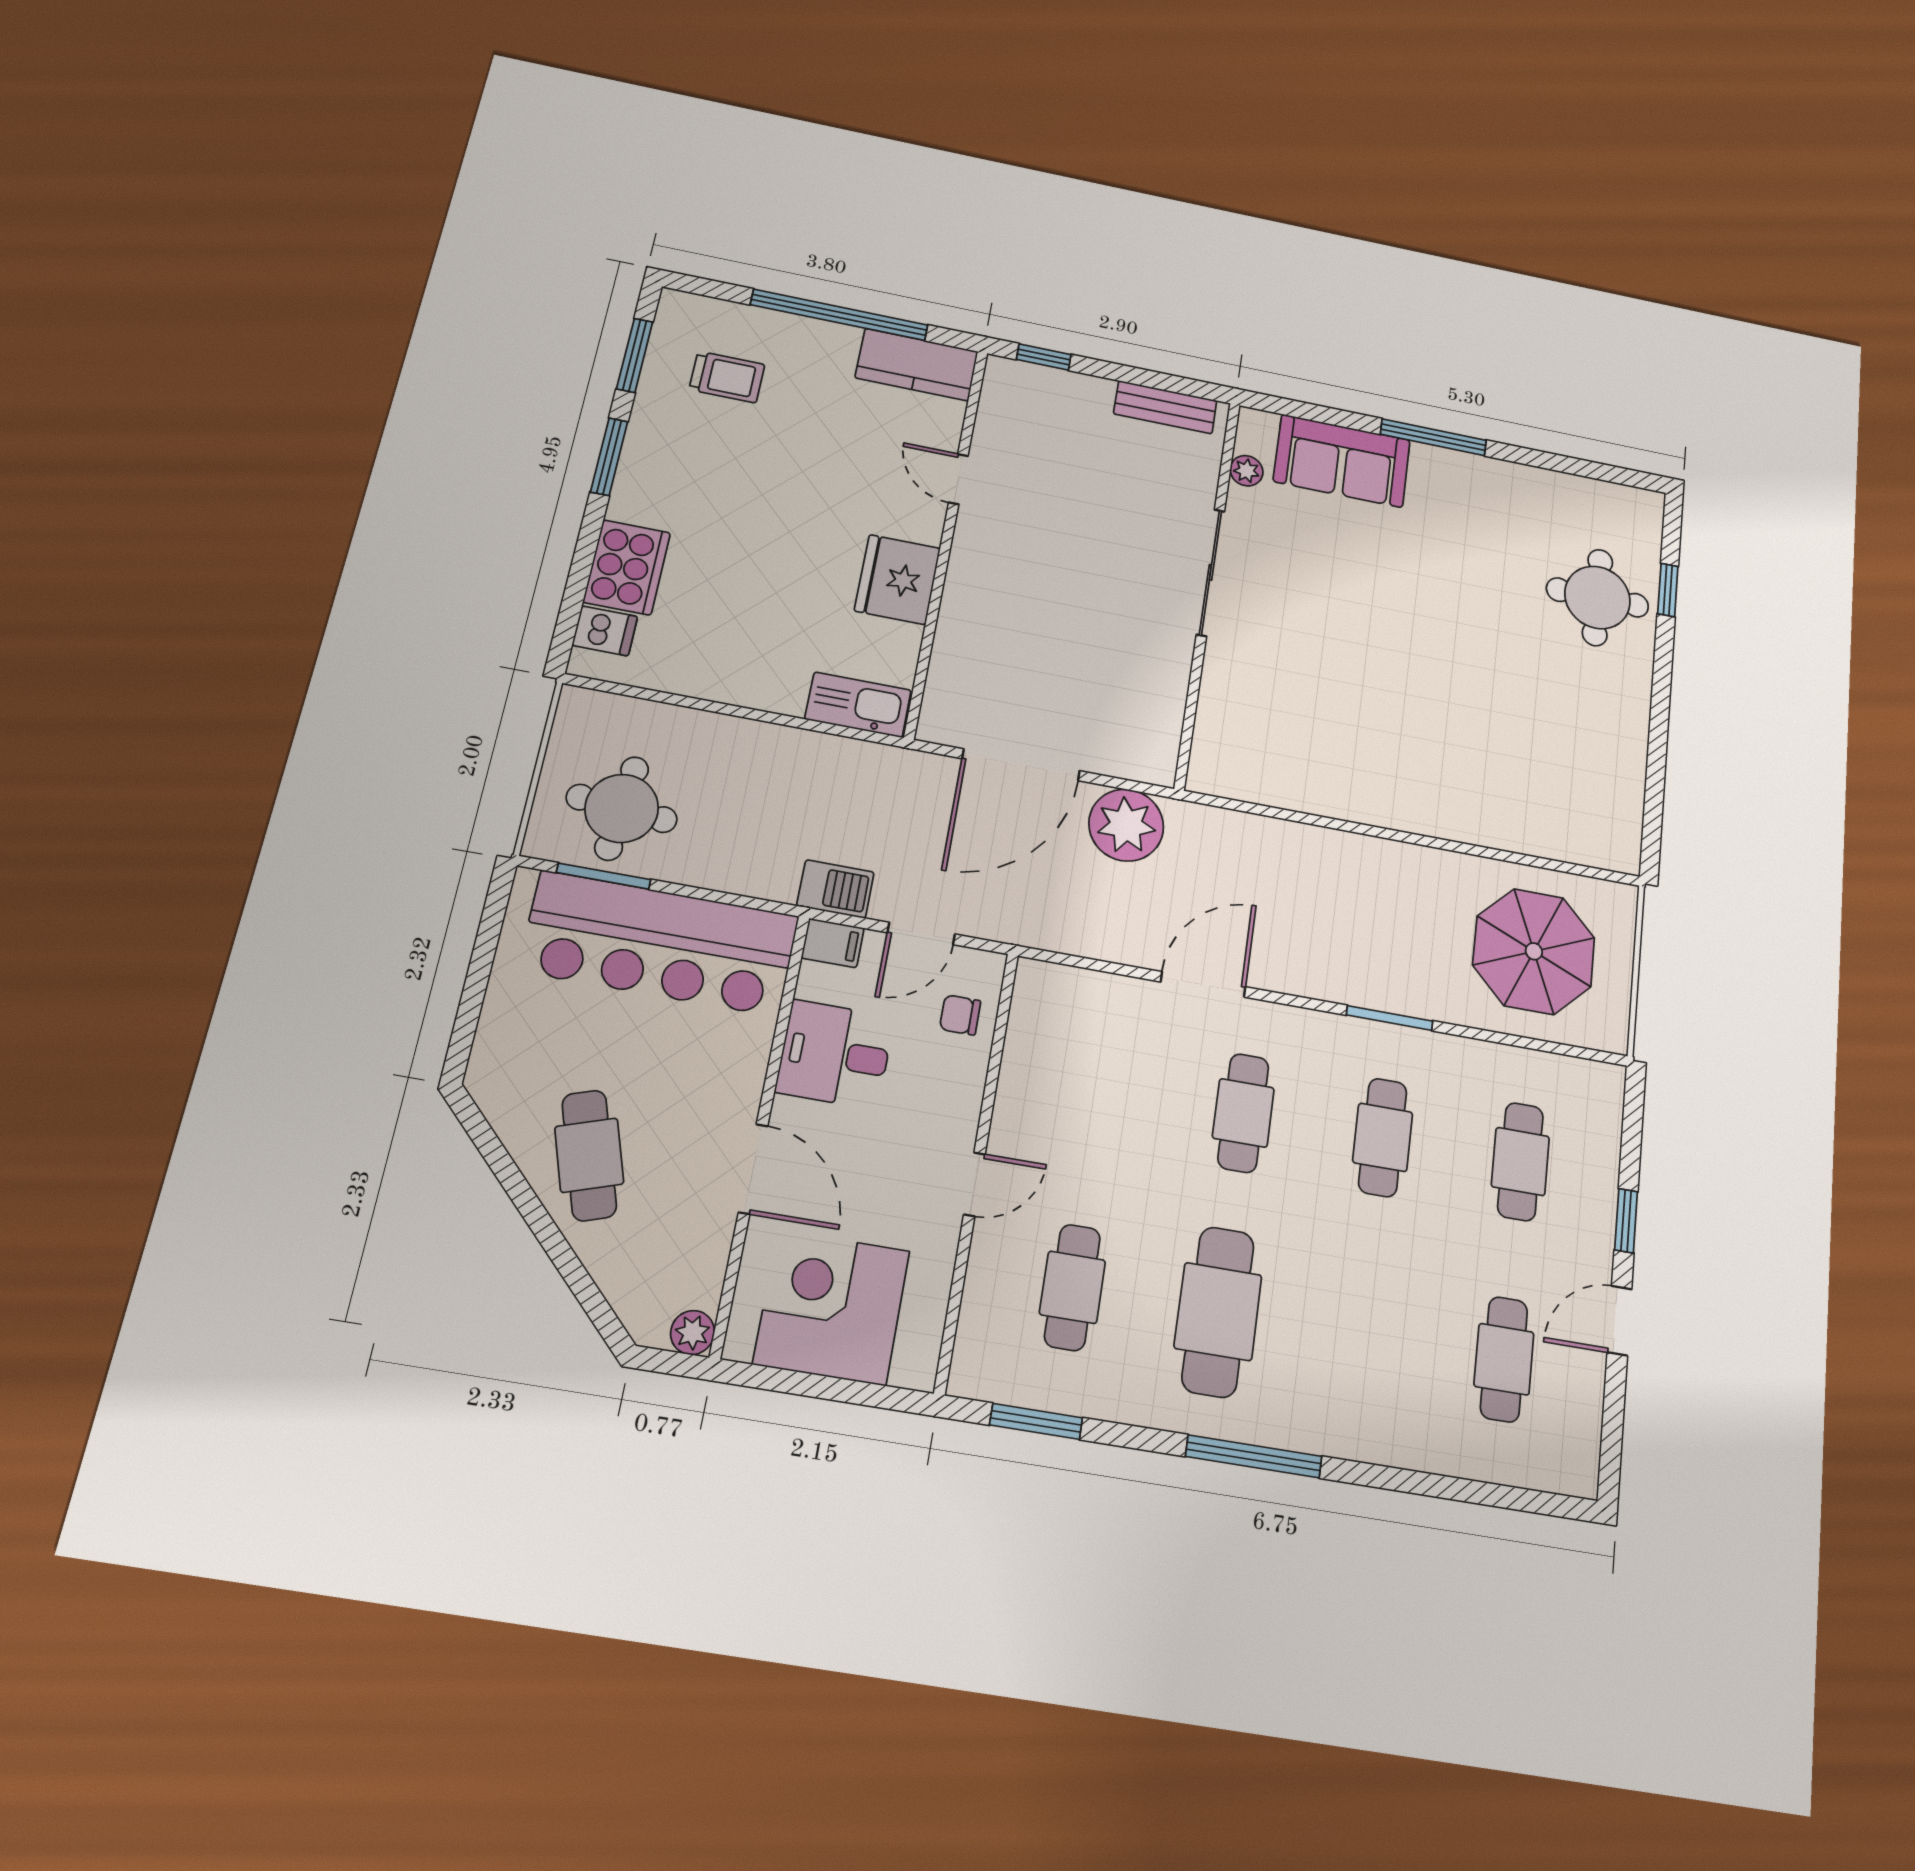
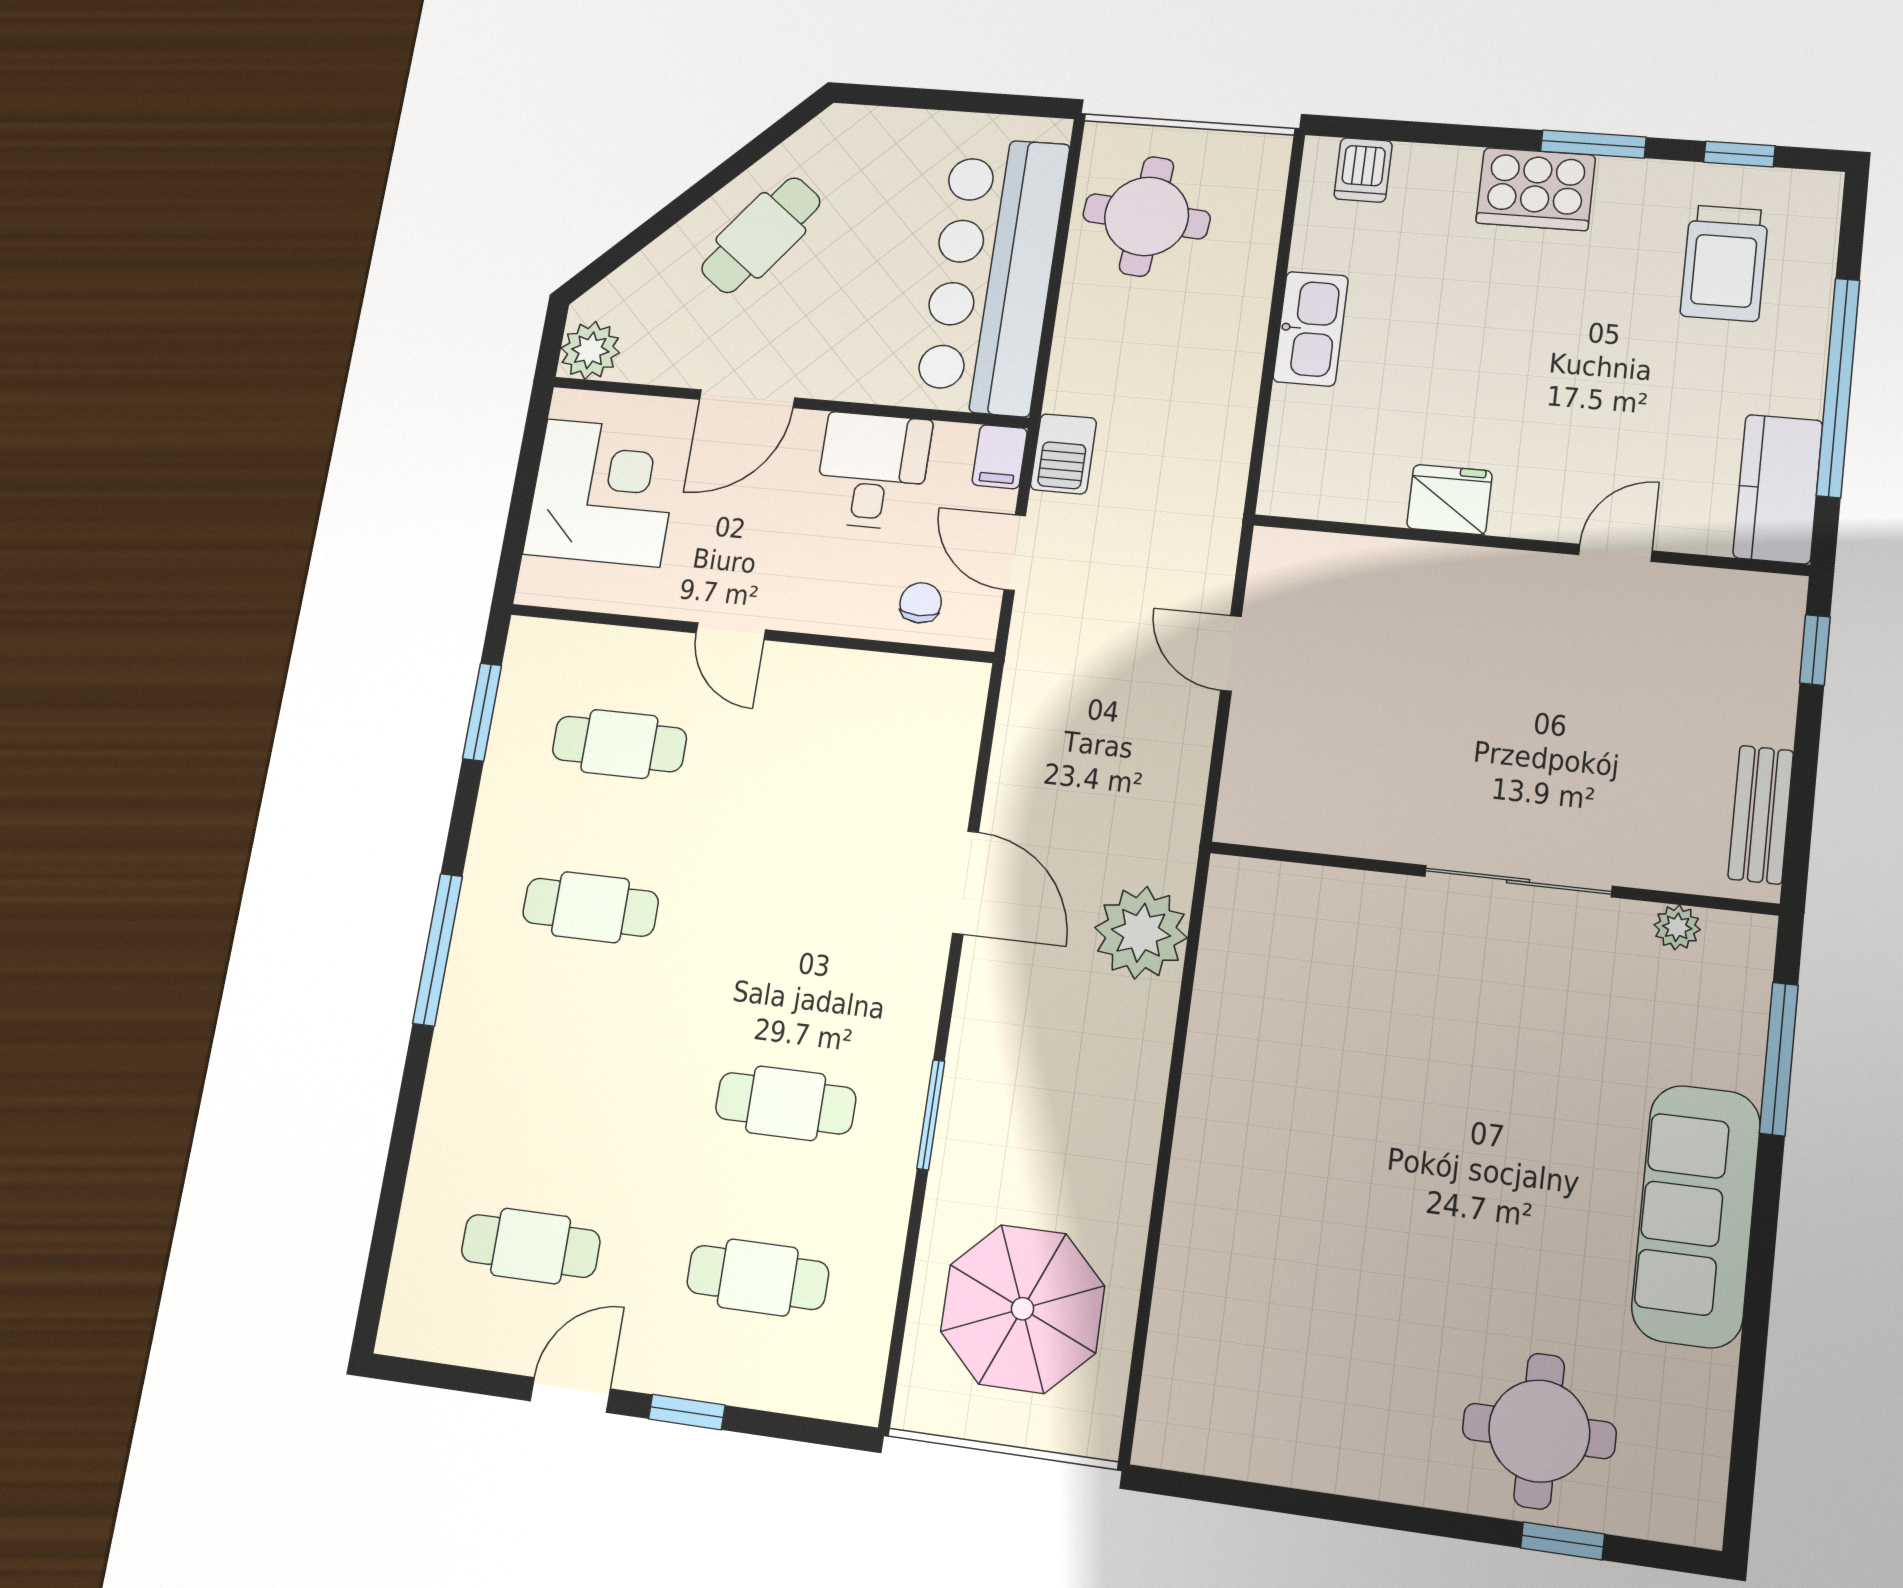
window: (635, 355) -> (1739, 154), width x0.67
trolley: (727, 377) -> (1724, 263), width x1.36, depth x1.39
window: (1433, 437) -> (1779, 1059), moved
sofa: (1342, 461) -> (1696, 1216), moved, width x1.36
cooker: (627, 567) -> (1536, 189), moved
fridge: (897, 579) -> (1449, 500), width x0.73, depth x0.75
kitchen sink: (858, 705) -> (1311, 329), moved
door: (1021, 765) -> (1231, 653), width x0.53
plant: (1126, 825) -> (1141, 933), moved
window: (604, 876) -> (1066, 208), removed
cafe table: (1243, 1113) -> (813, 933), removed
cafe table: (589, 1155) -> (761, 235), turned -35
cafe table: (1218, 1312) -> (591, 907), width x0.73, depth x0.74
door: (1619, 1321) -> (570, 1395), hinge flipped
plant: (693, 1333) -> (590, 350), width x1.38, depth x1.38

